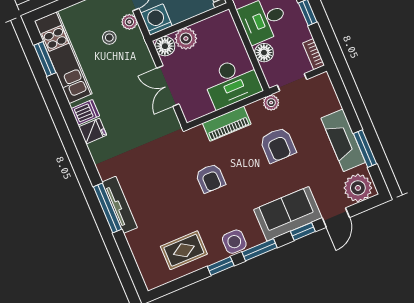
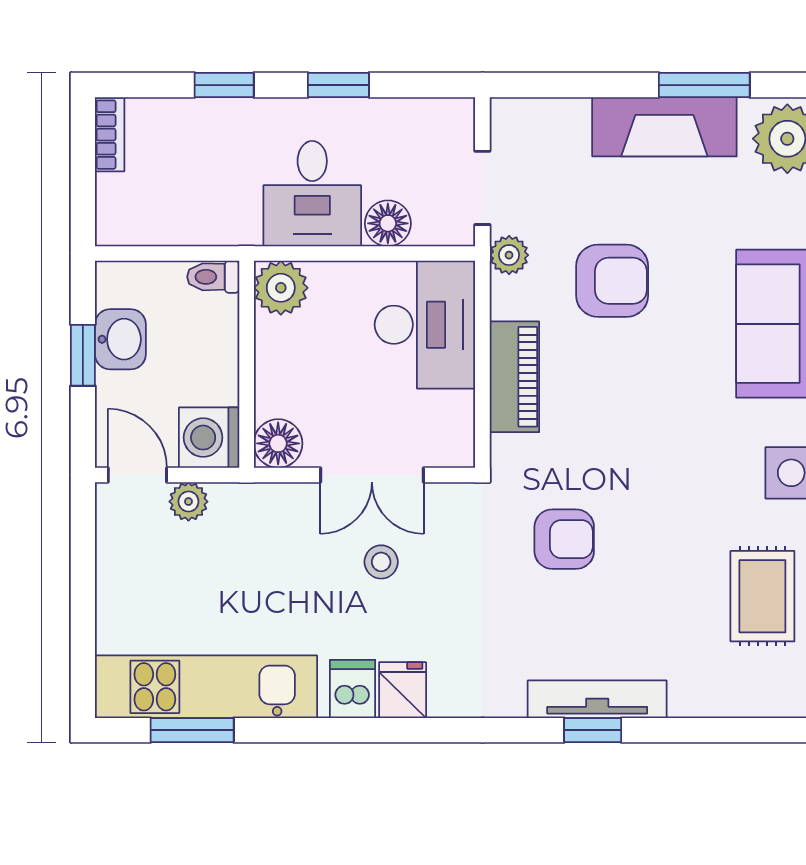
stool: (109, 38) -> (381, 562), moved
plant: (186, 39) -> (281, 288), moved
bookcase: (314, 54) -> (439, 112), removed
armchair: (210, 178) -> (564, 539), moved
window: (107, 208) -> (593, 730), width x0.46

